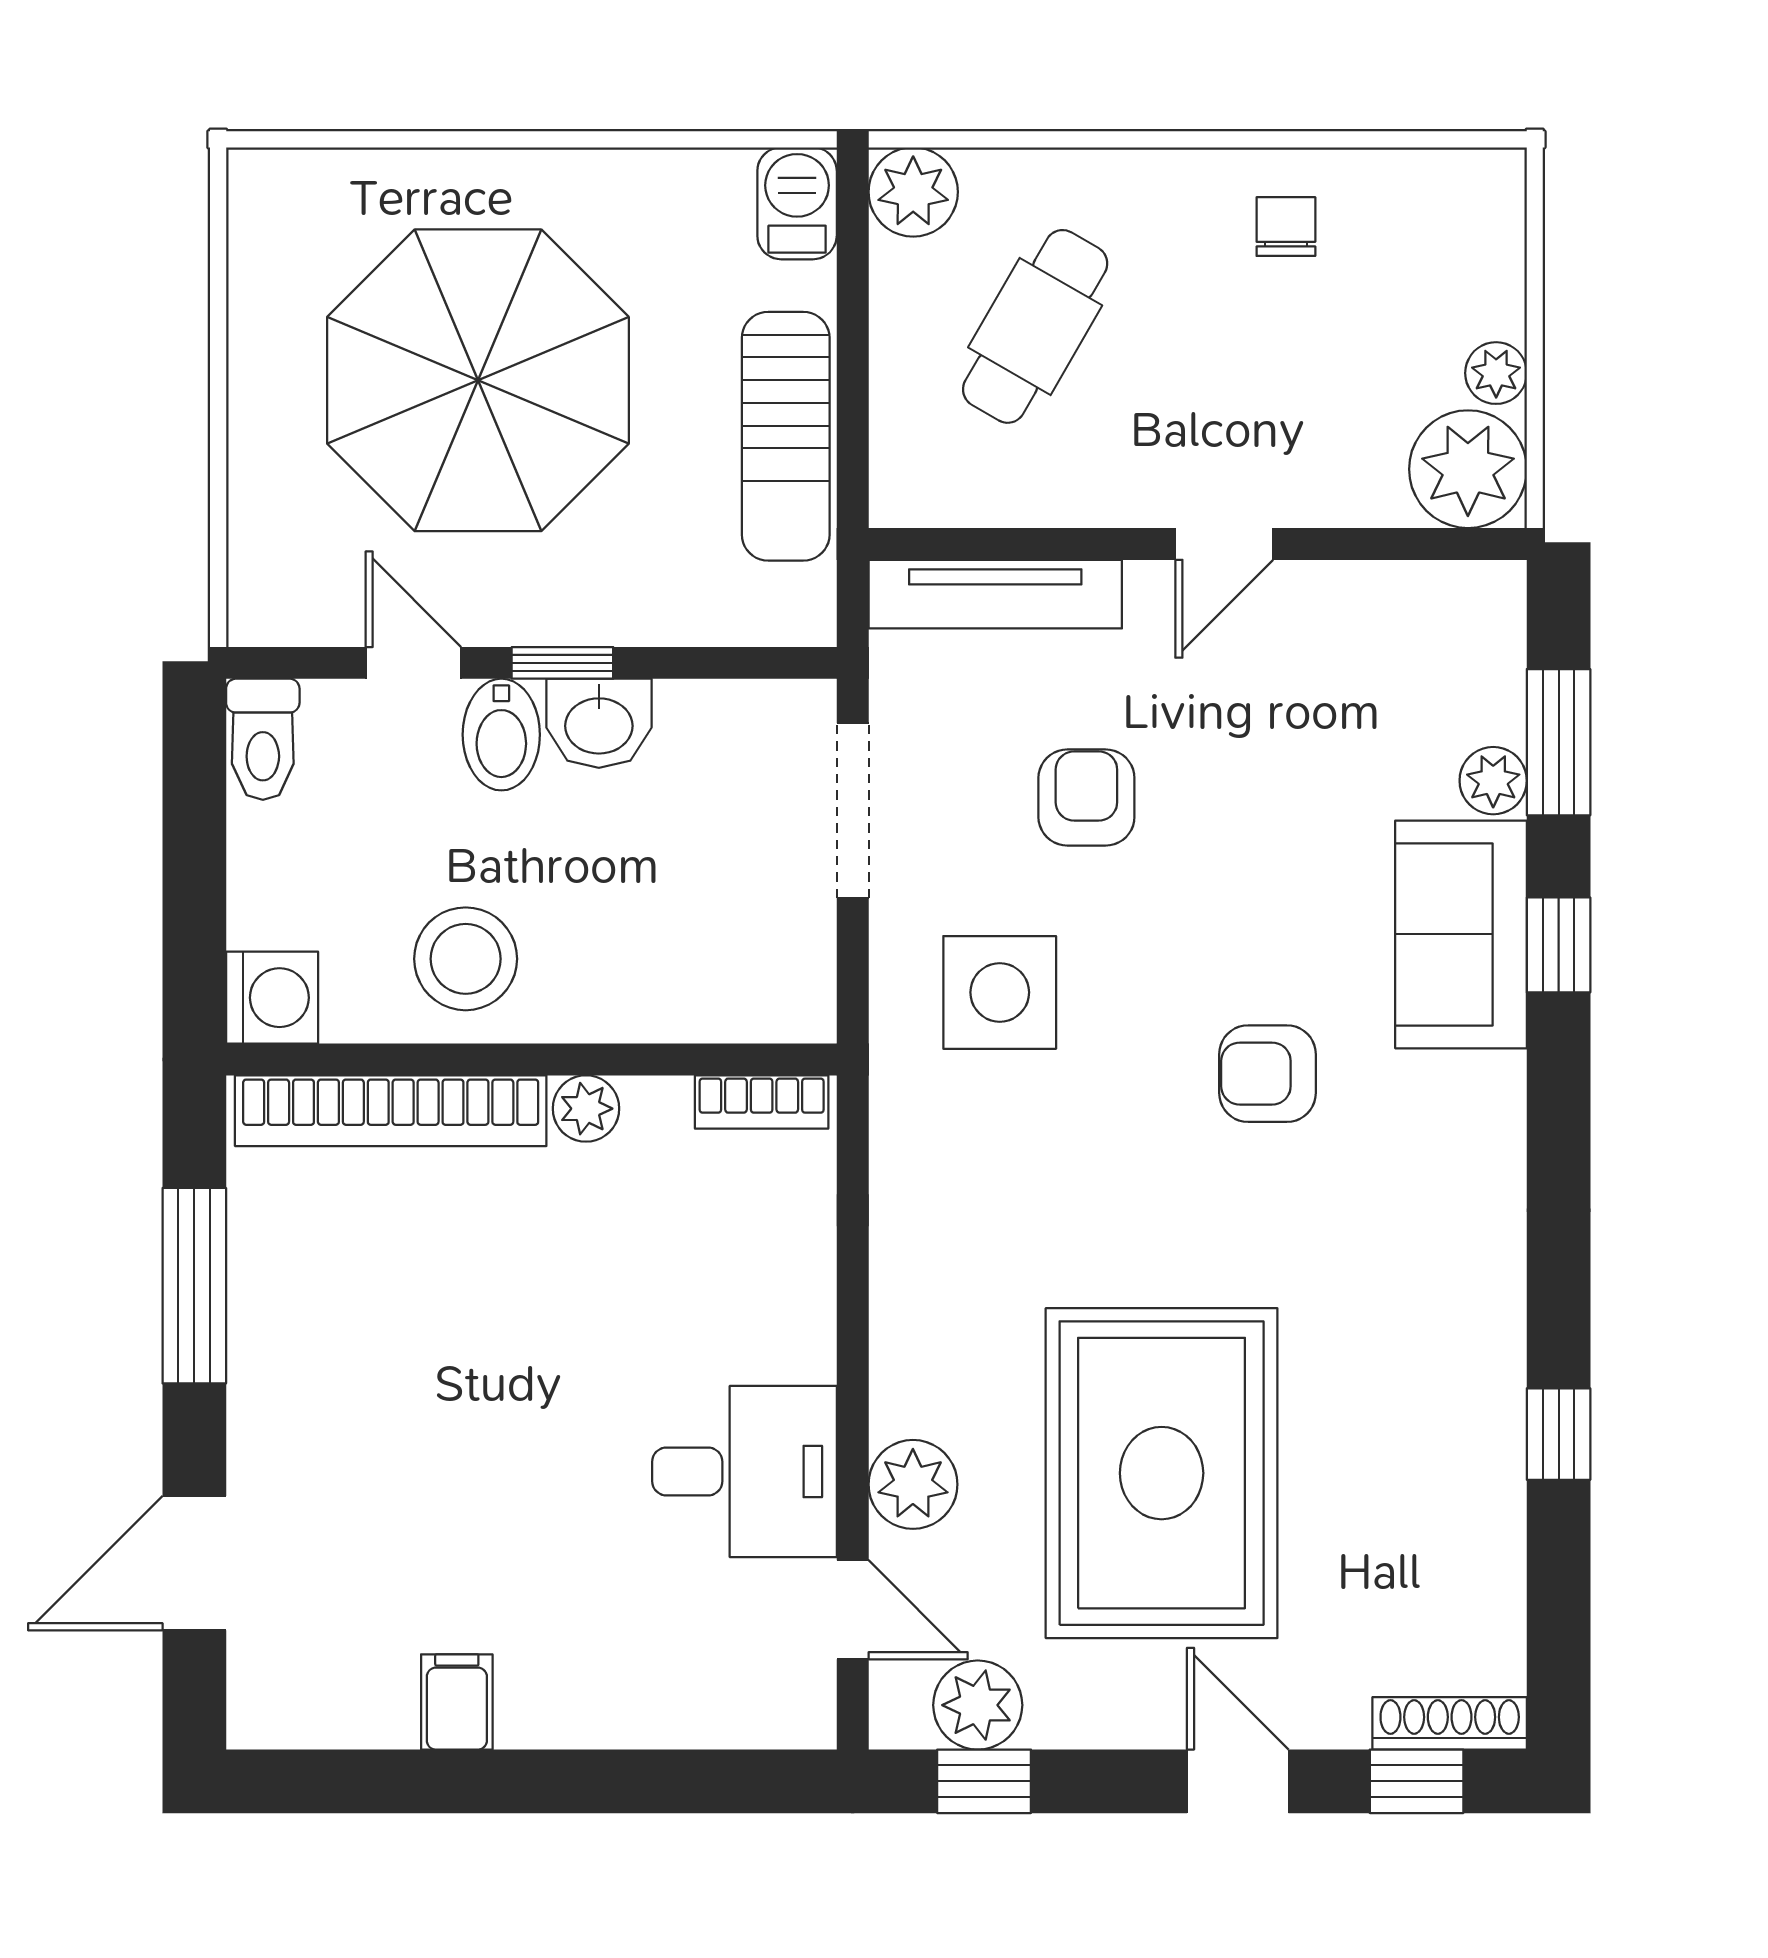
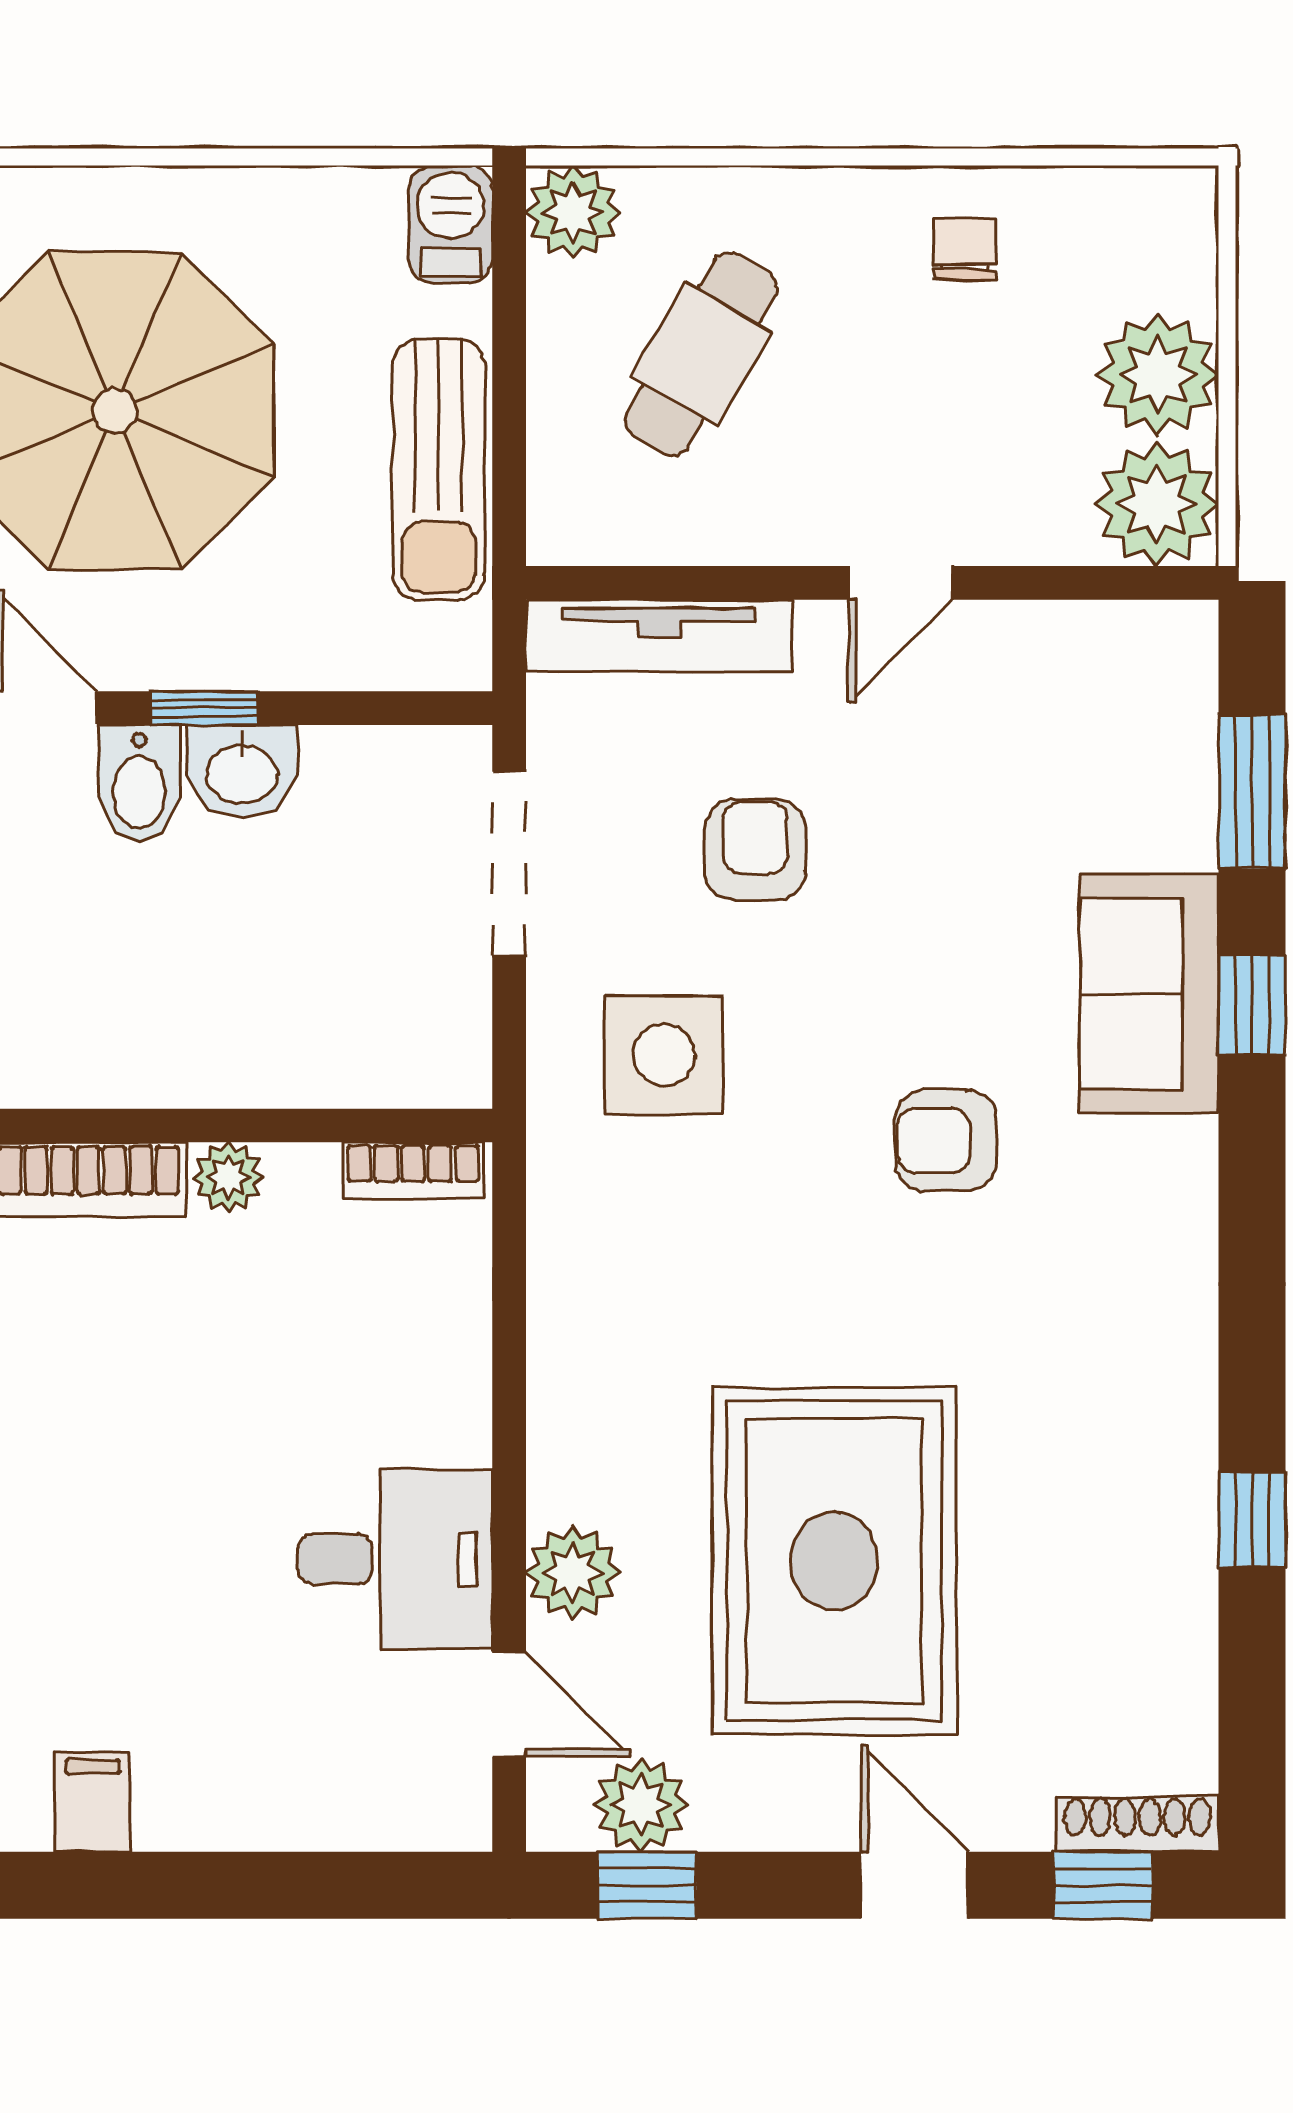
plant: (1496, 373) -> (1158, 375), width x1.88, depth x1.88
plant: (1493, 781) -> (1183, 832), removed
stool: (466, 959) -> (102, 1020), removed

